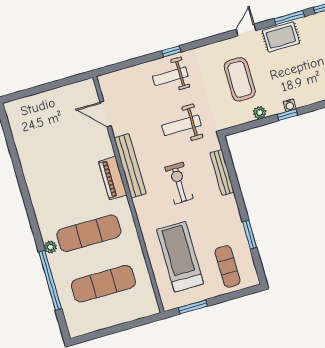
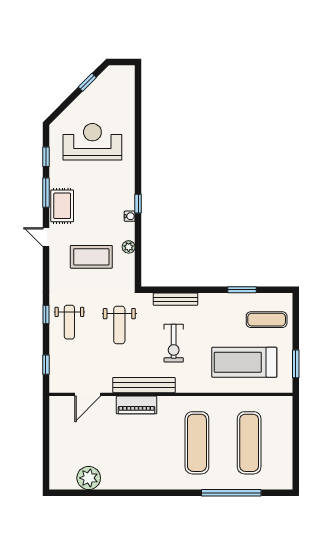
window: (123, 65) -> (46, 365), added
window: (287, 115) -> (138, 204), moved
piano: (113, 178) -> (137, 405), moved
exercise bike: (179, 183) -> (174, 343), turned -90
plant: (50, 247) -> (89, 478), moved, width x1.88, depth x1.88

